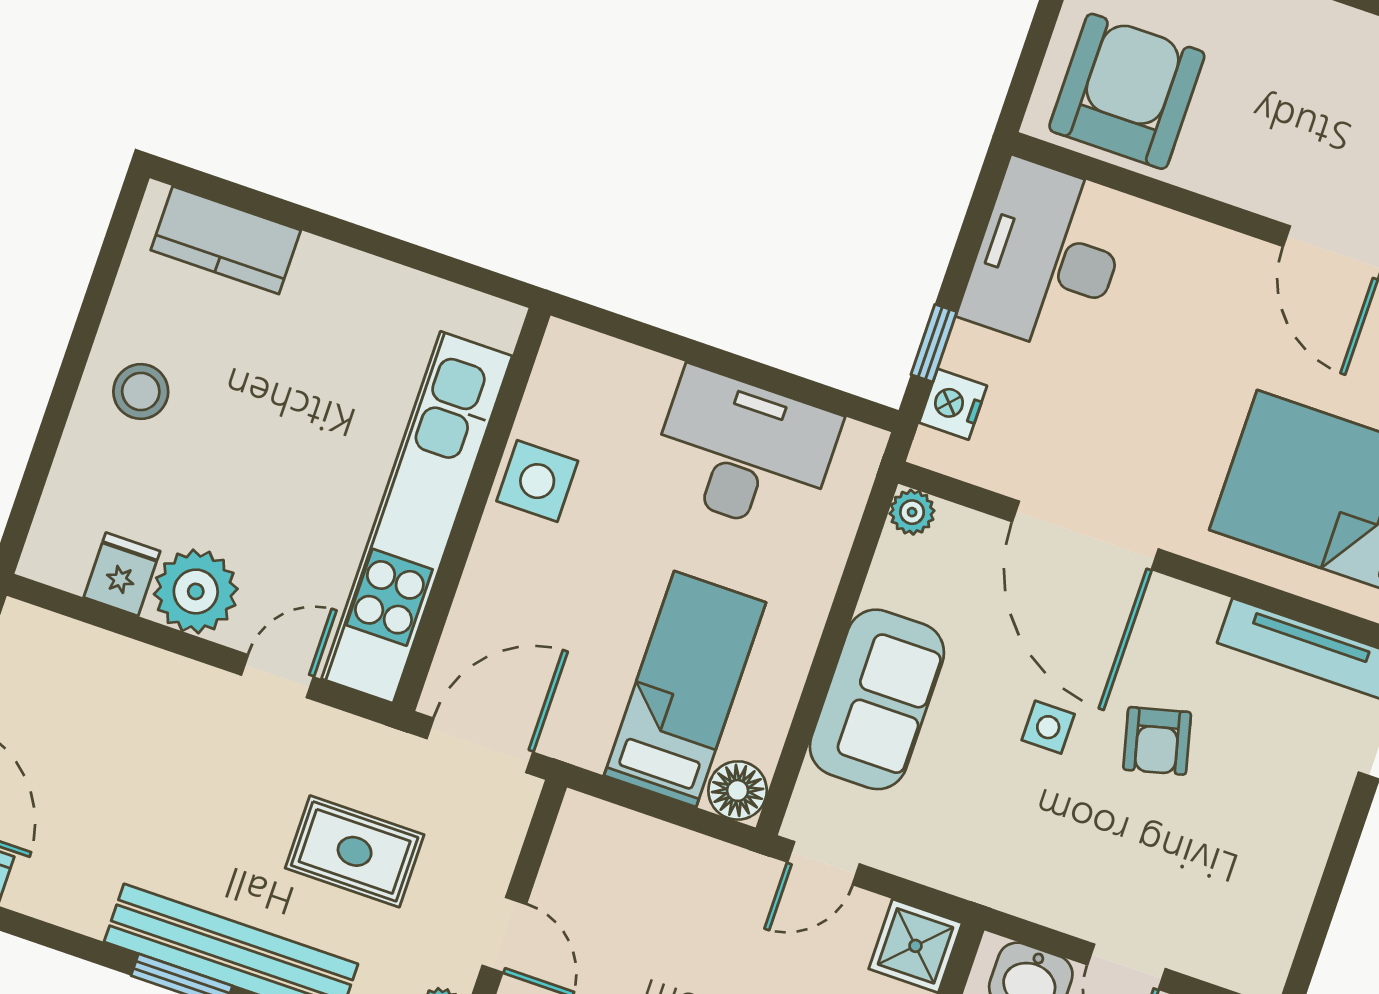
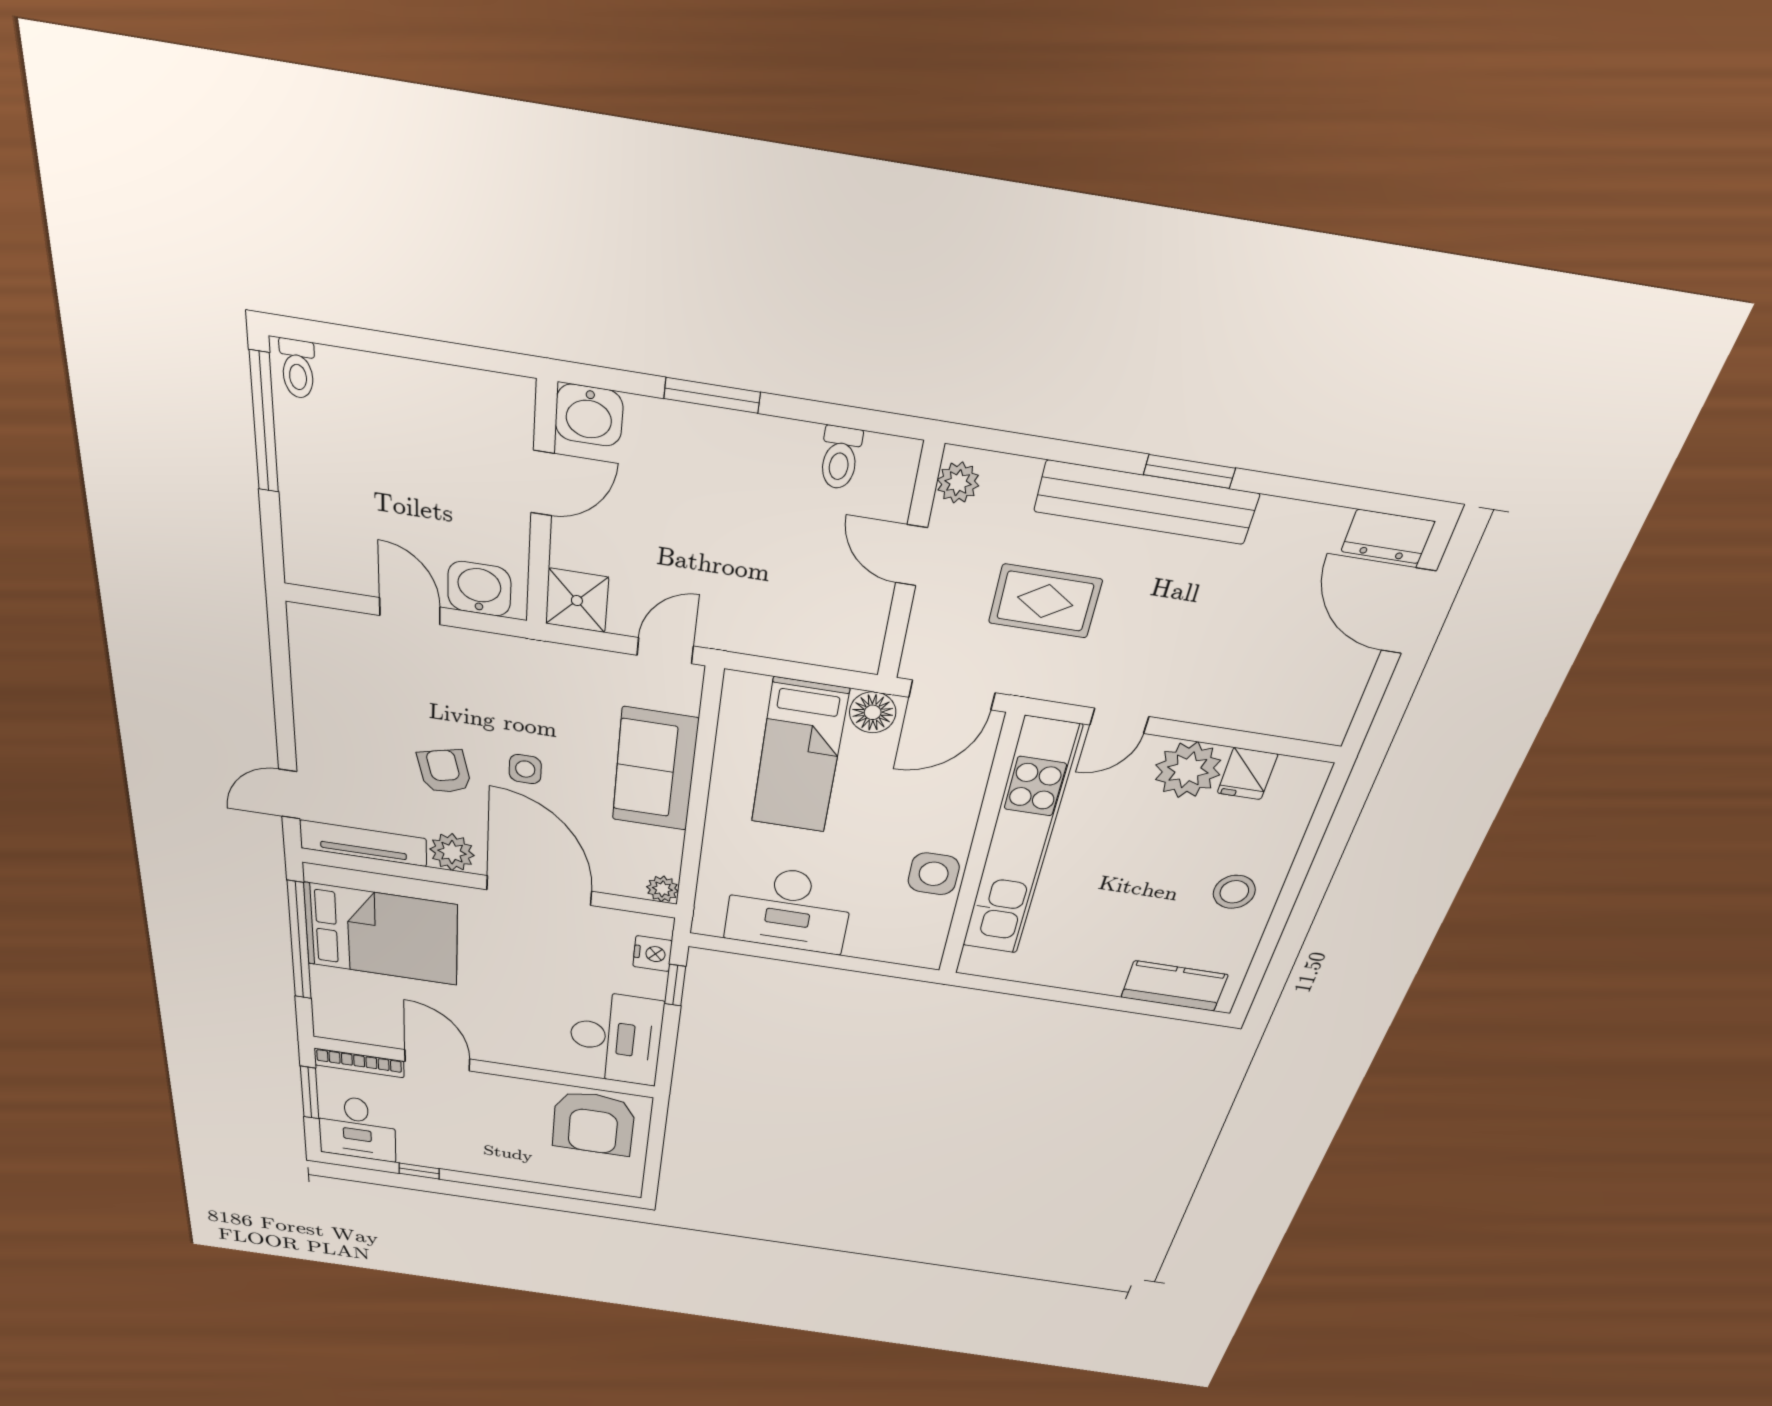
plant: (1188, 616) -> (452, 852), added
floor lamp: (738, 790) -> (873, 712), moved

